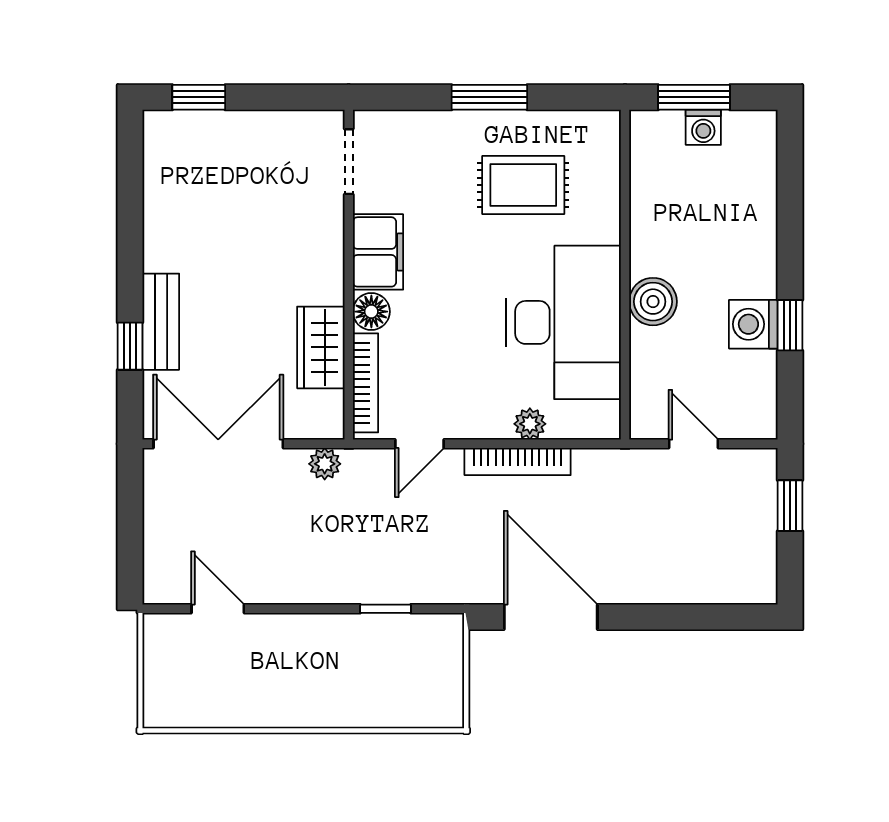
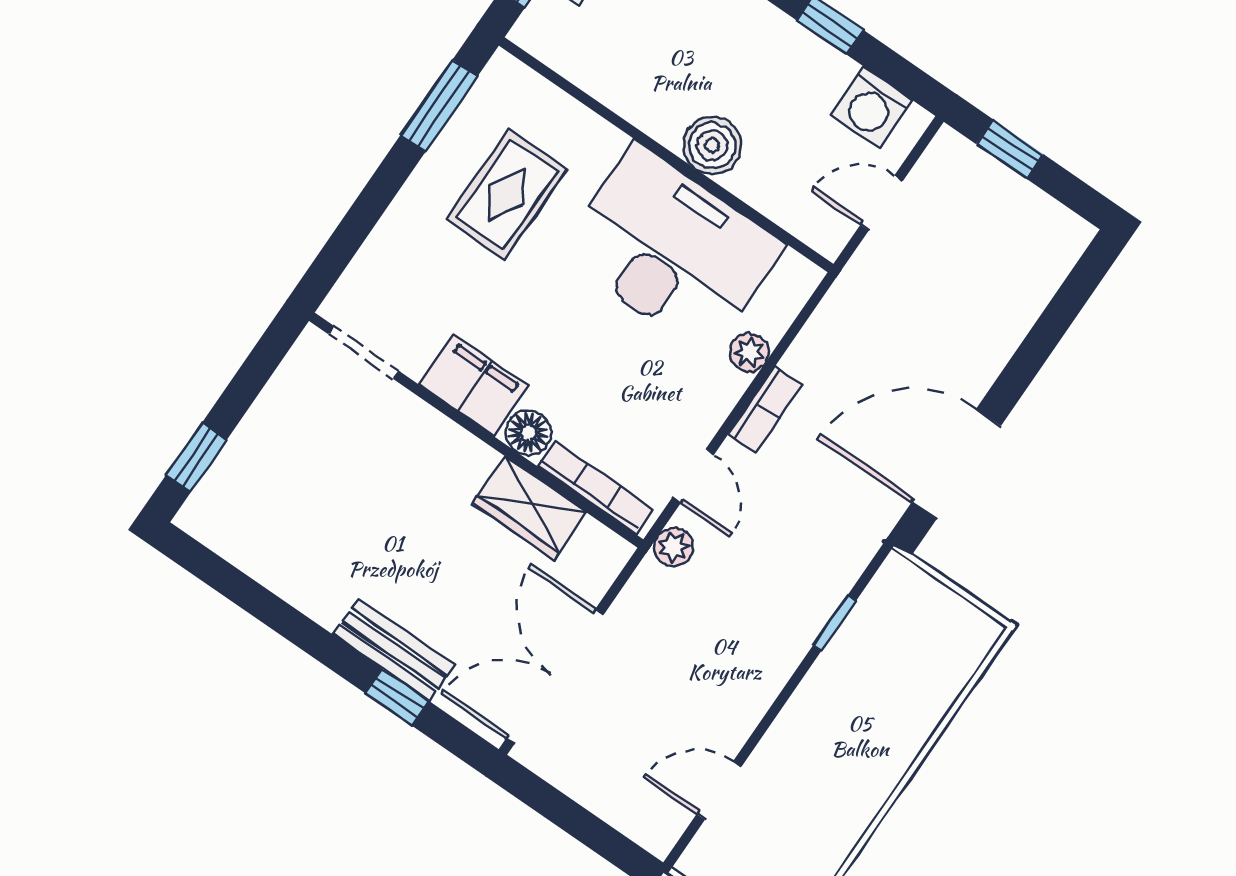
window: (489, 97) -> (439, 106), moved
washing machine: (753, 324) -> (871, 108), moved
bookcase: (518, 462) -> (765, 409), width x0.64
plant: (325, 464) -> (674, 547), moved

